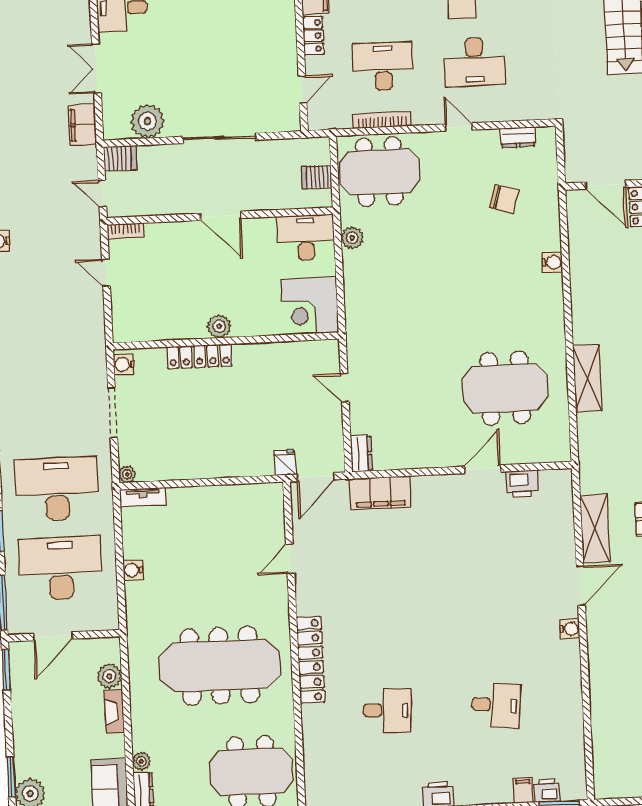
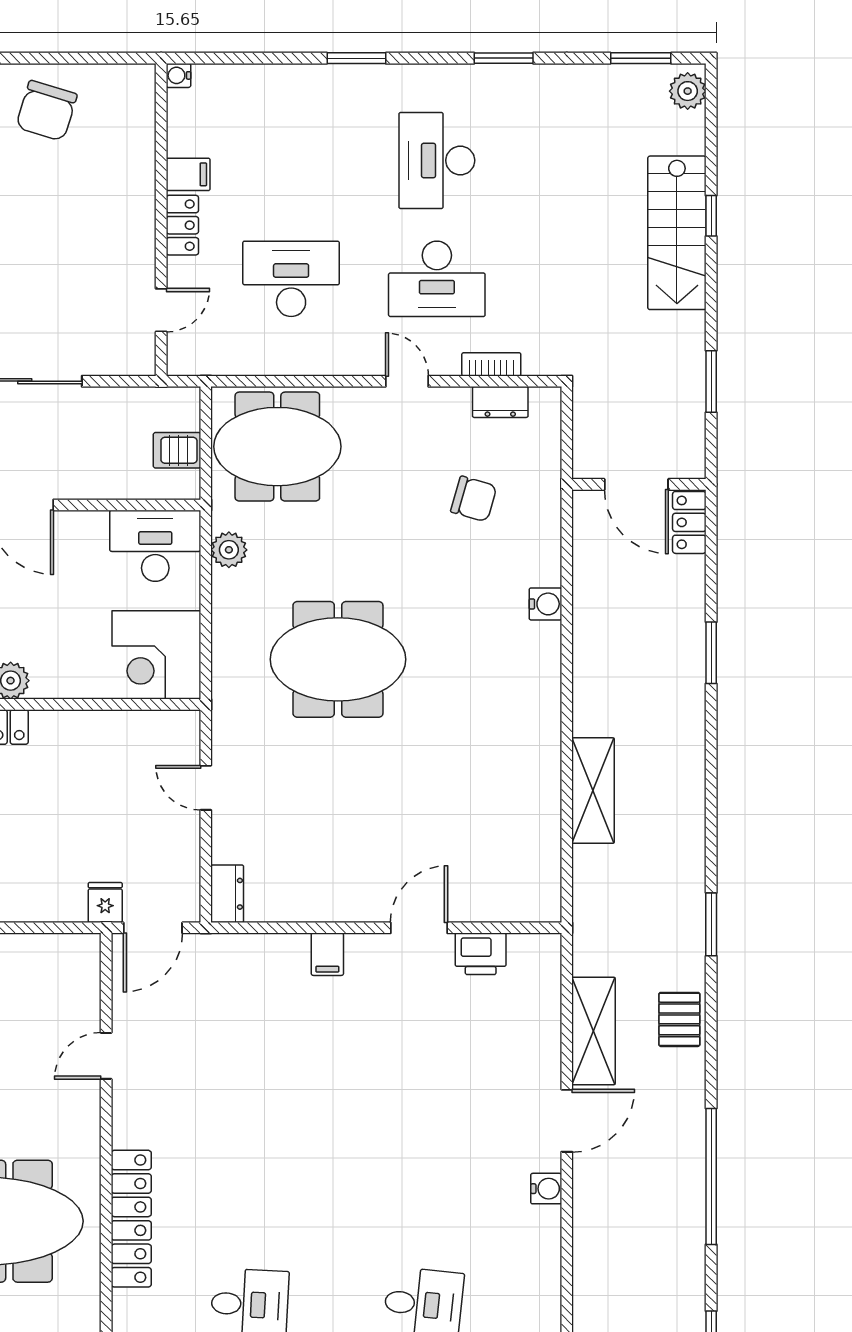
bookcase: (382, 120) -> (491, 364), moved, width x0.64
meeting table: (505, 388) -> (338, 659), moved
filing cabinet: (380, 493) -> (327, 954), moved, width x0.33, depth x0.86

